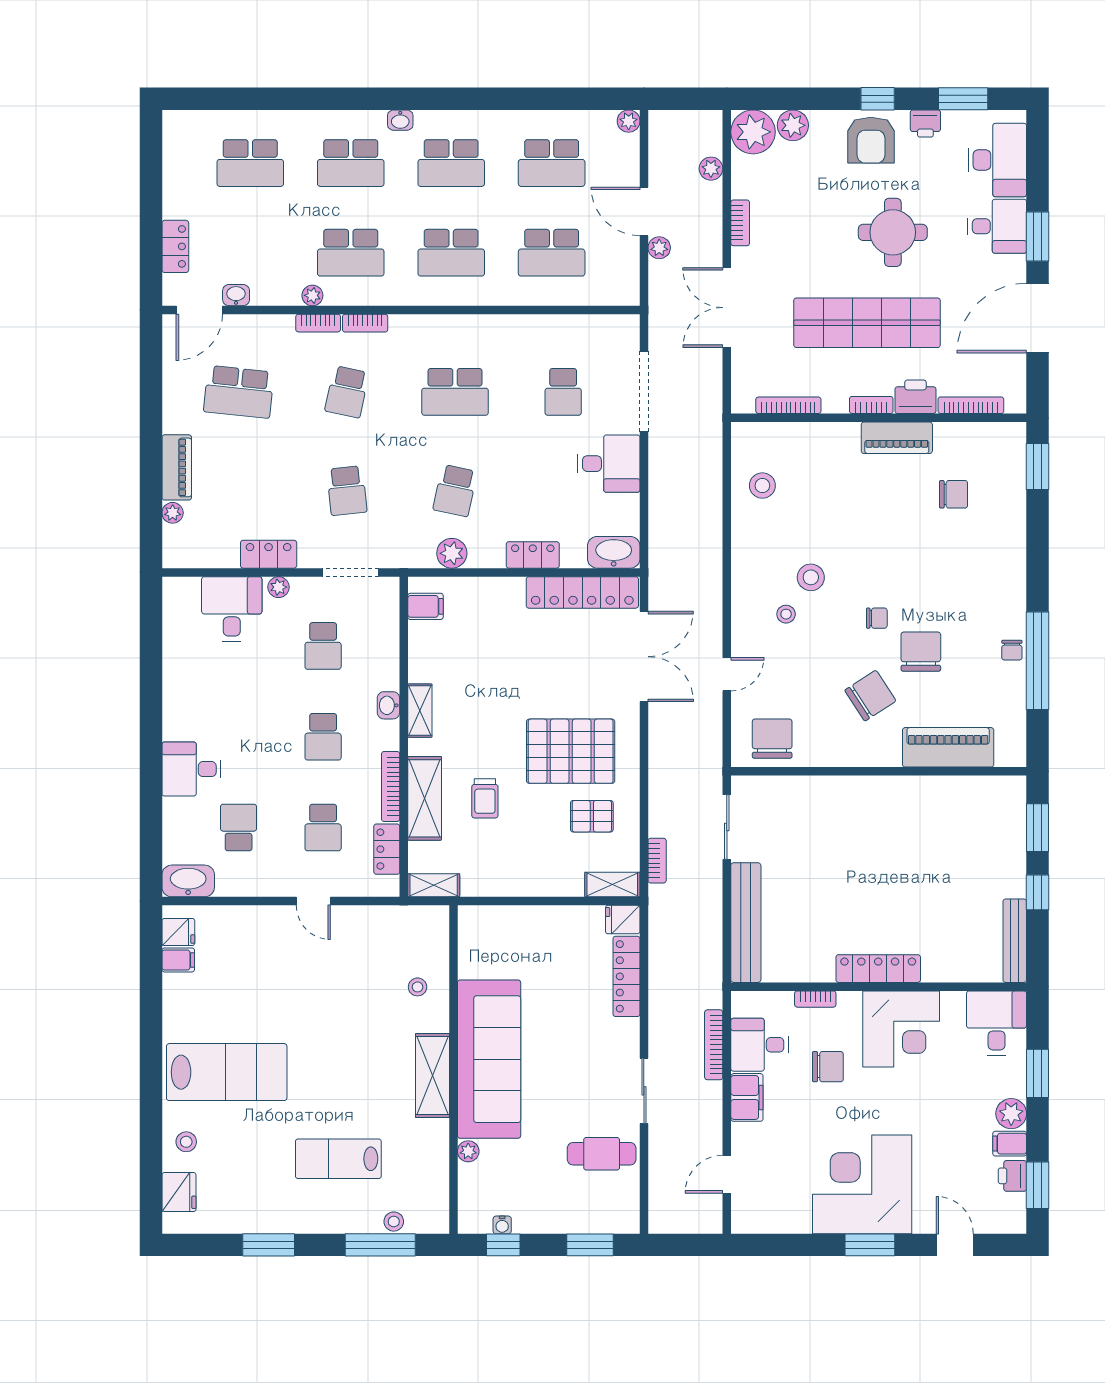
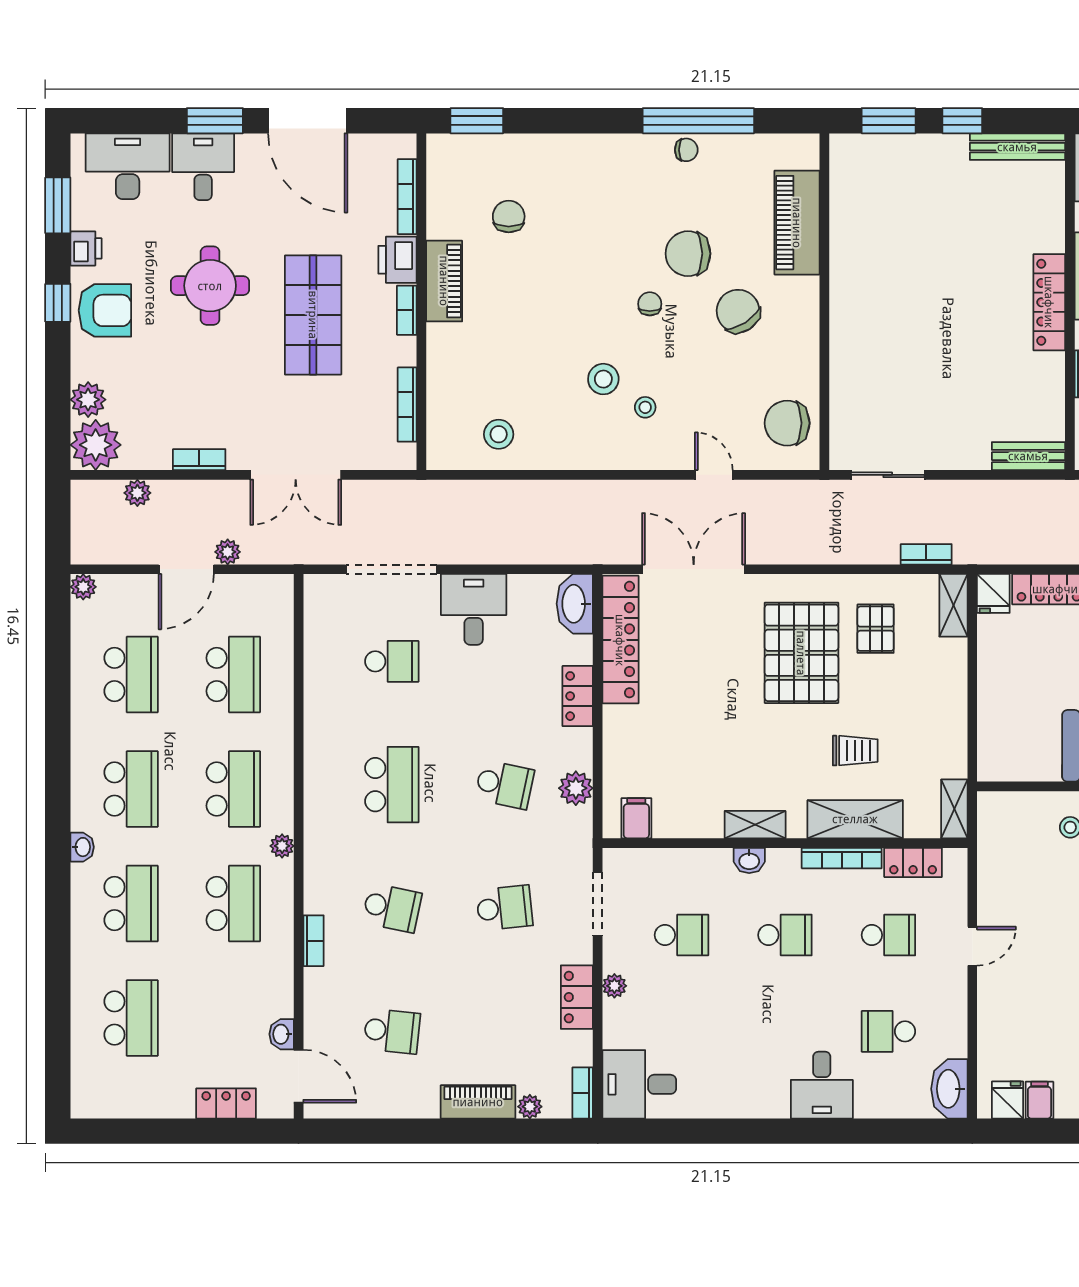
plant: (312, 295) -> (282, 846), moved
bookcase: (365, 323) -> (583, 1093), moved, turned 180
shop shelf: (867, 323) -> (313, 315), width x0.71
school desk: (239, 392) -> (392, 1031), width x0.54
desk: (232, 609) -> (639, 1084), moved
bench: (746, 923) -> (1028, 456), width x0.54, depth x0.82

